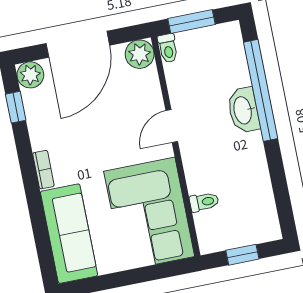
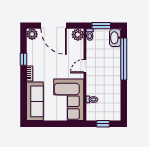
door: (78, 44) -> (54, 26), hinge flipped
window: (16, 107) -> (23, 59), moved
washbasin: (243, 110) -> (115, 38), moved

